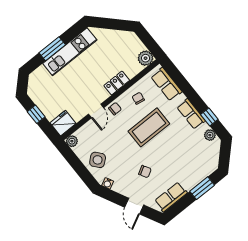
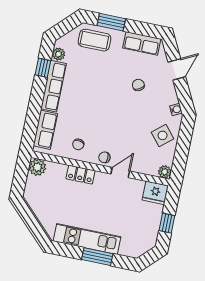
row of seats: (191, 114) -> (54, 86), width x1.48
coffee table: (149, 127) -> (94, 40), moved, width x0.73, depth x0.76

